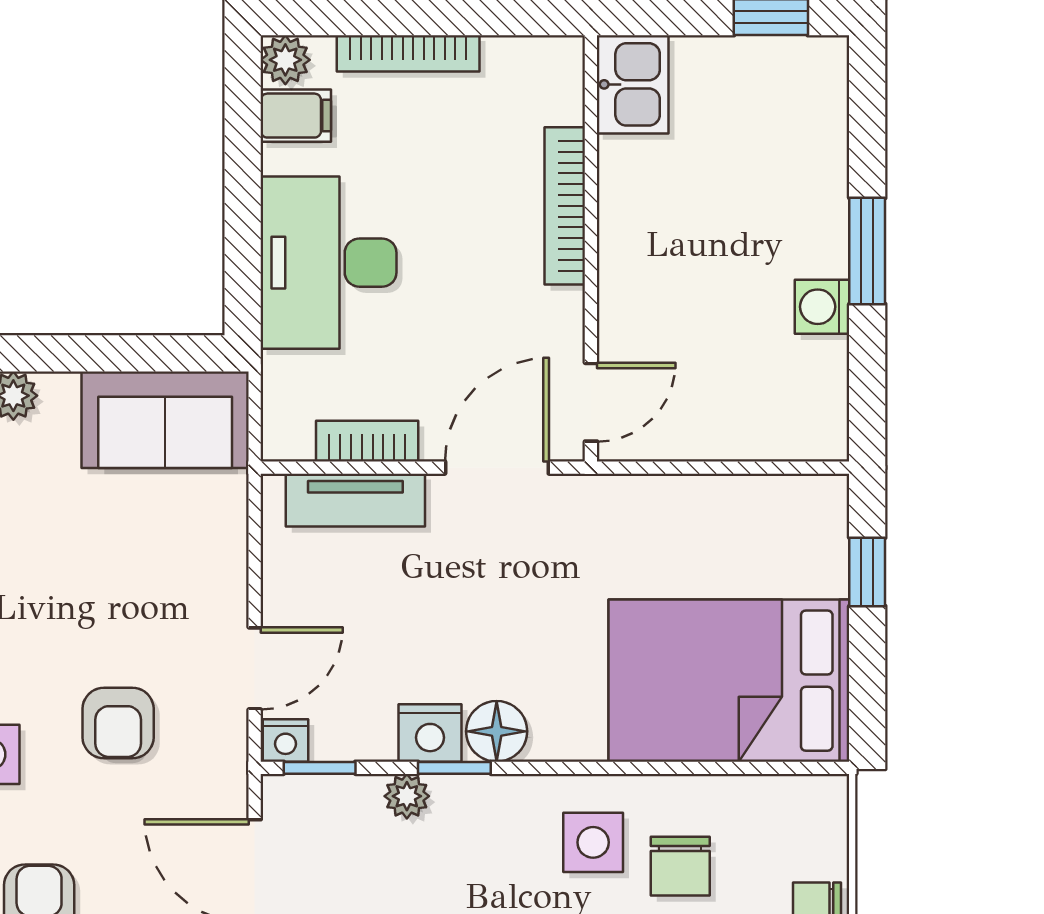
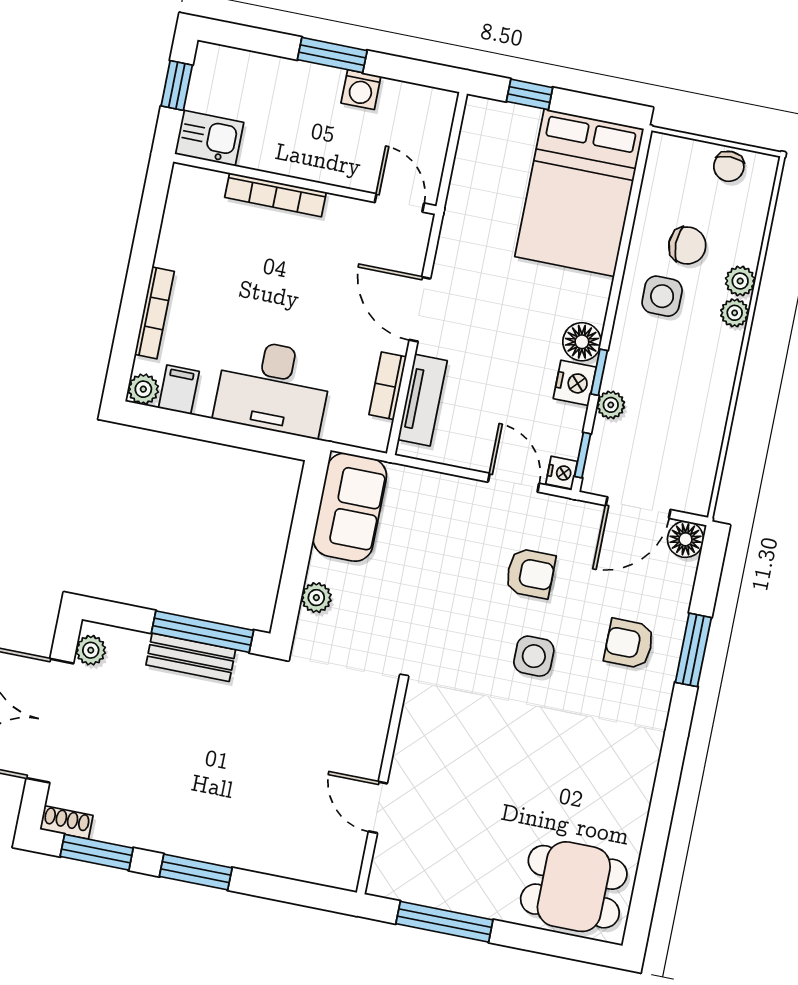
kitchen sink: (633, 84) -> (209, 138), moved
bookcase: (565, 206) -> (275, 195), moved
wall: (591, 248) -> (305, 184), moved
door: (591, 402) -> (399, 203), moved

